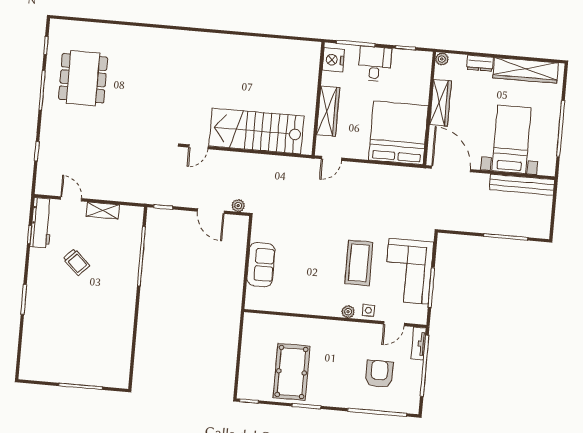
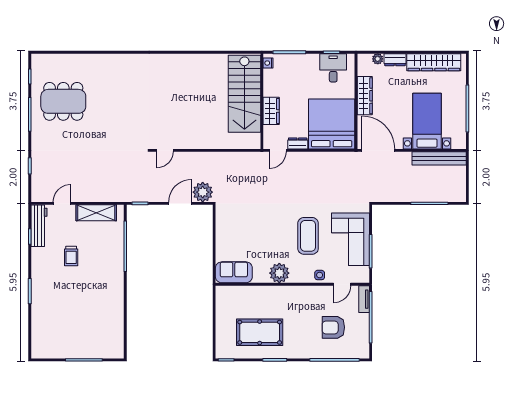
plant: (442, 59) -> (378, 59), moved
nightstand: (333, 60) -> (268, 63), width x0.53, depth x0.56
desk: (375, 64) -> (333, 68), moved
dining table: (83, 78) -> (63, 101), turned 90
wardrobe: (328, 111) -> (271, 111), width x0.67
stairs: (256, 131) -> (244, 94), moved, turned -90
dresser: (356, 152) -> (298, 143), added
door: (71, 199) -> (62, 203), hinge flipped
plant: (238, 206) -> (203, 192), width x1.88, depth x1.88
shelving: (103, 210) -> (96, 213), width x1.50, depth x1.33
door: (211, 211) -> (180, 203), swing flipped
trolley: (76, 262) -> (71, 256), turned 46
sofa: (261, 265) -> (234, 272), moved, turned -90
plant: (348, 312) -> (279, 273), moved, width x1.88, depth x1.88
pool table: (291, 372) -> (260, 332), turned 90
armchair: (379, 374) -> (333, 327), turned -90

